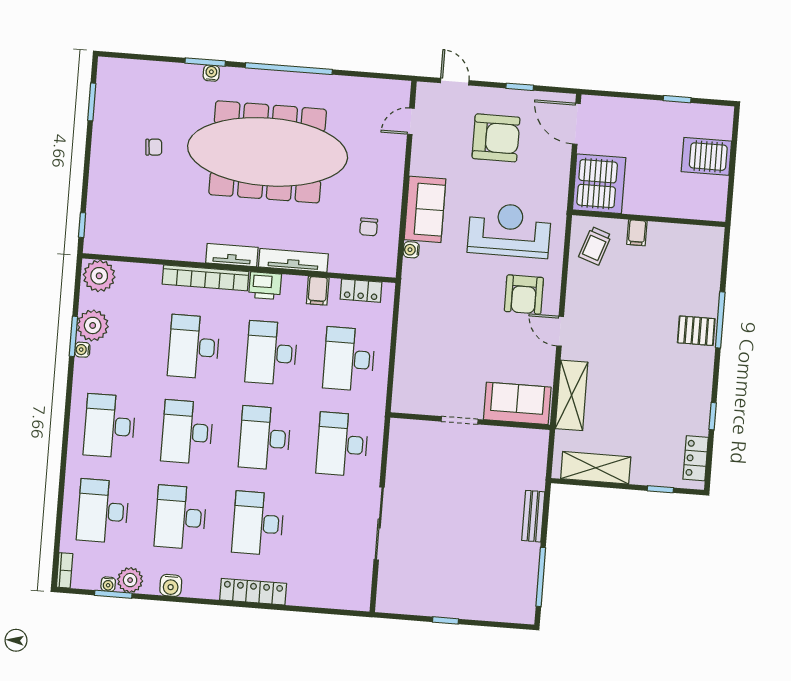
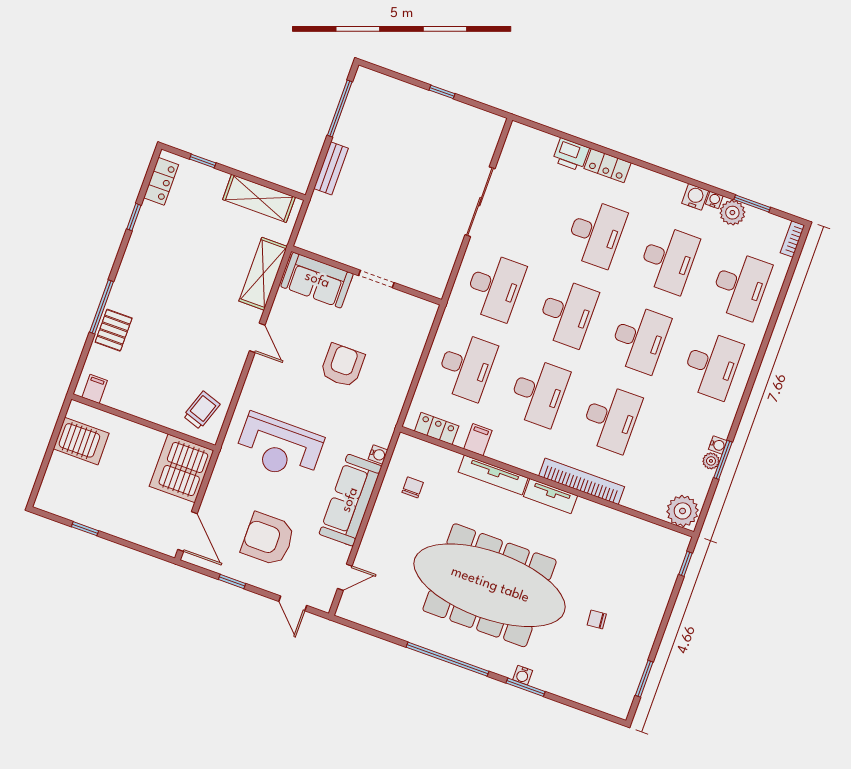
server rack: (706, 156) -> (81, 441), moved
sofa: (425, 209) -> (350, 500), width x1.36
filing cabinet: (637, 233) -> (95, 389), moved
printer: (265, 286) -> (571, 155), moved, turned 180
armchair: (524, 294) -> (342, 365), moved
plant: (93, 325) -> (711, 461), width x0.53, depth x0.53
pallet: (696, 331) -> (114, 330), moved, turned 90
water cooler: (108, 584) -> (714, 200), moved
locker: (253, 592) -> (608, 166), width x0.66

